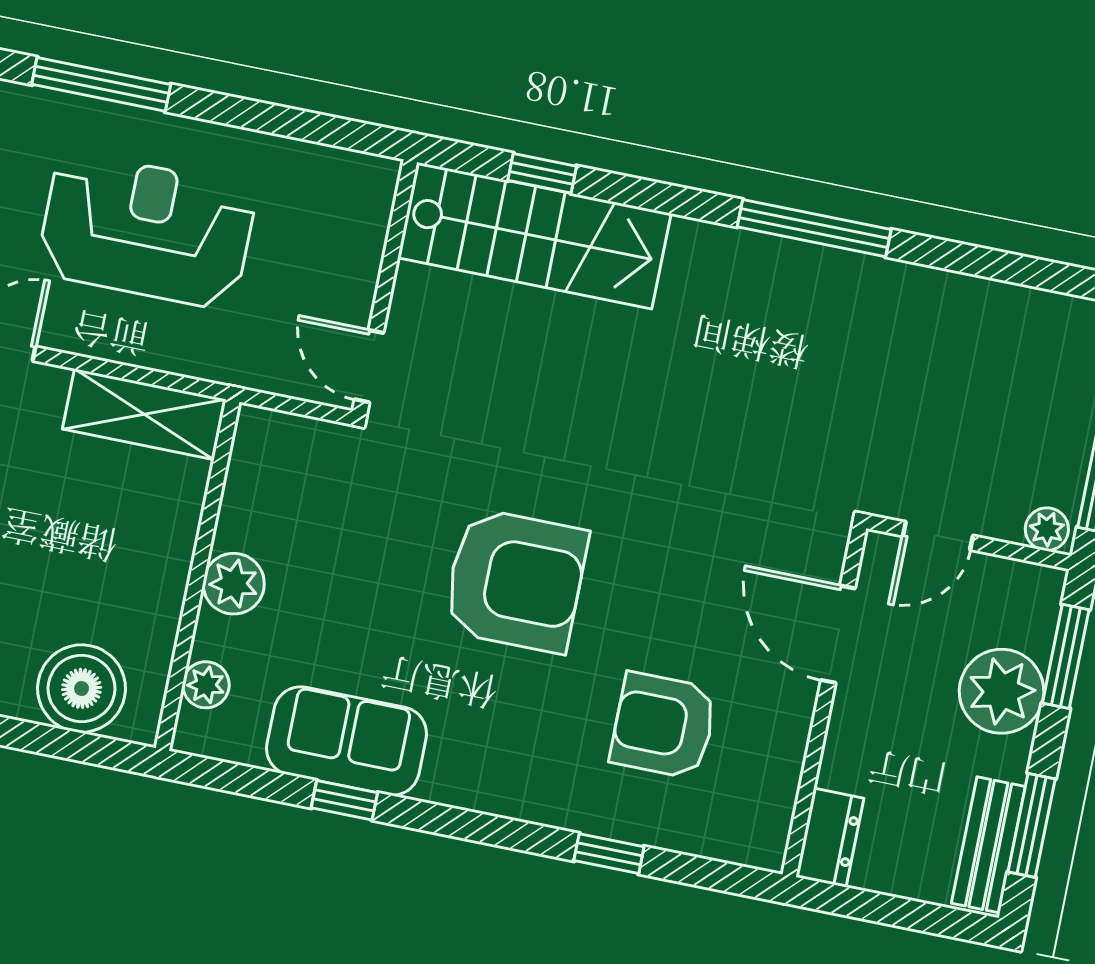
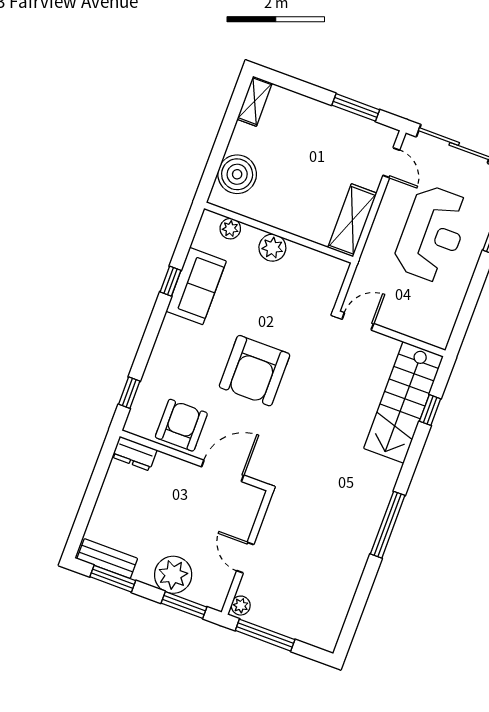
door: (838, 634) -> (223, 471), moved
wall: (824, 701) -> (194, 460), moved
dresser: (830, 838) -> (135, 453), moved

